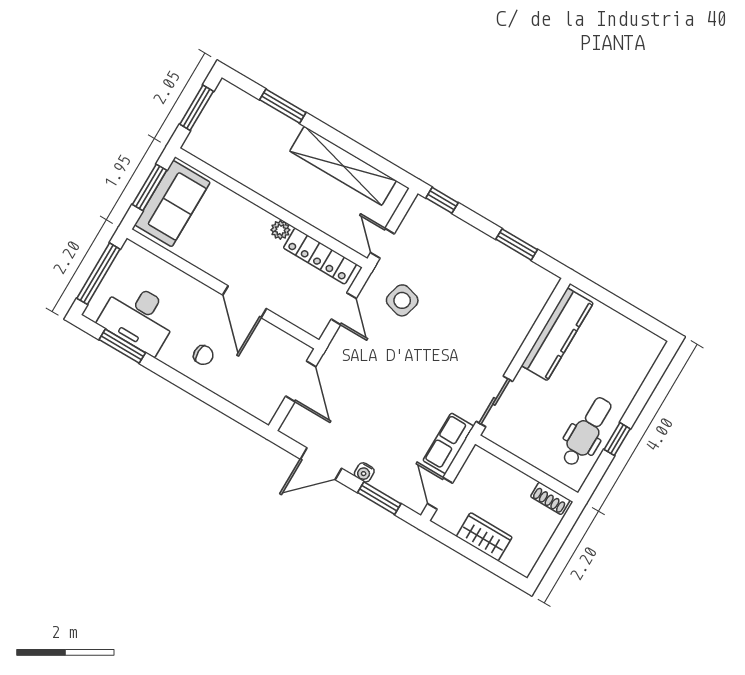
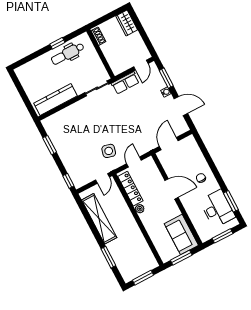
sofa: (172, 203) -> (181, 234), moved, turned -90
window: (98, 274) -> (223, 236), width x0.69
door: (245, 302) -> (171, 189), hinge flipped
wardrobe: (484, 537) -> (127, 23), moved

